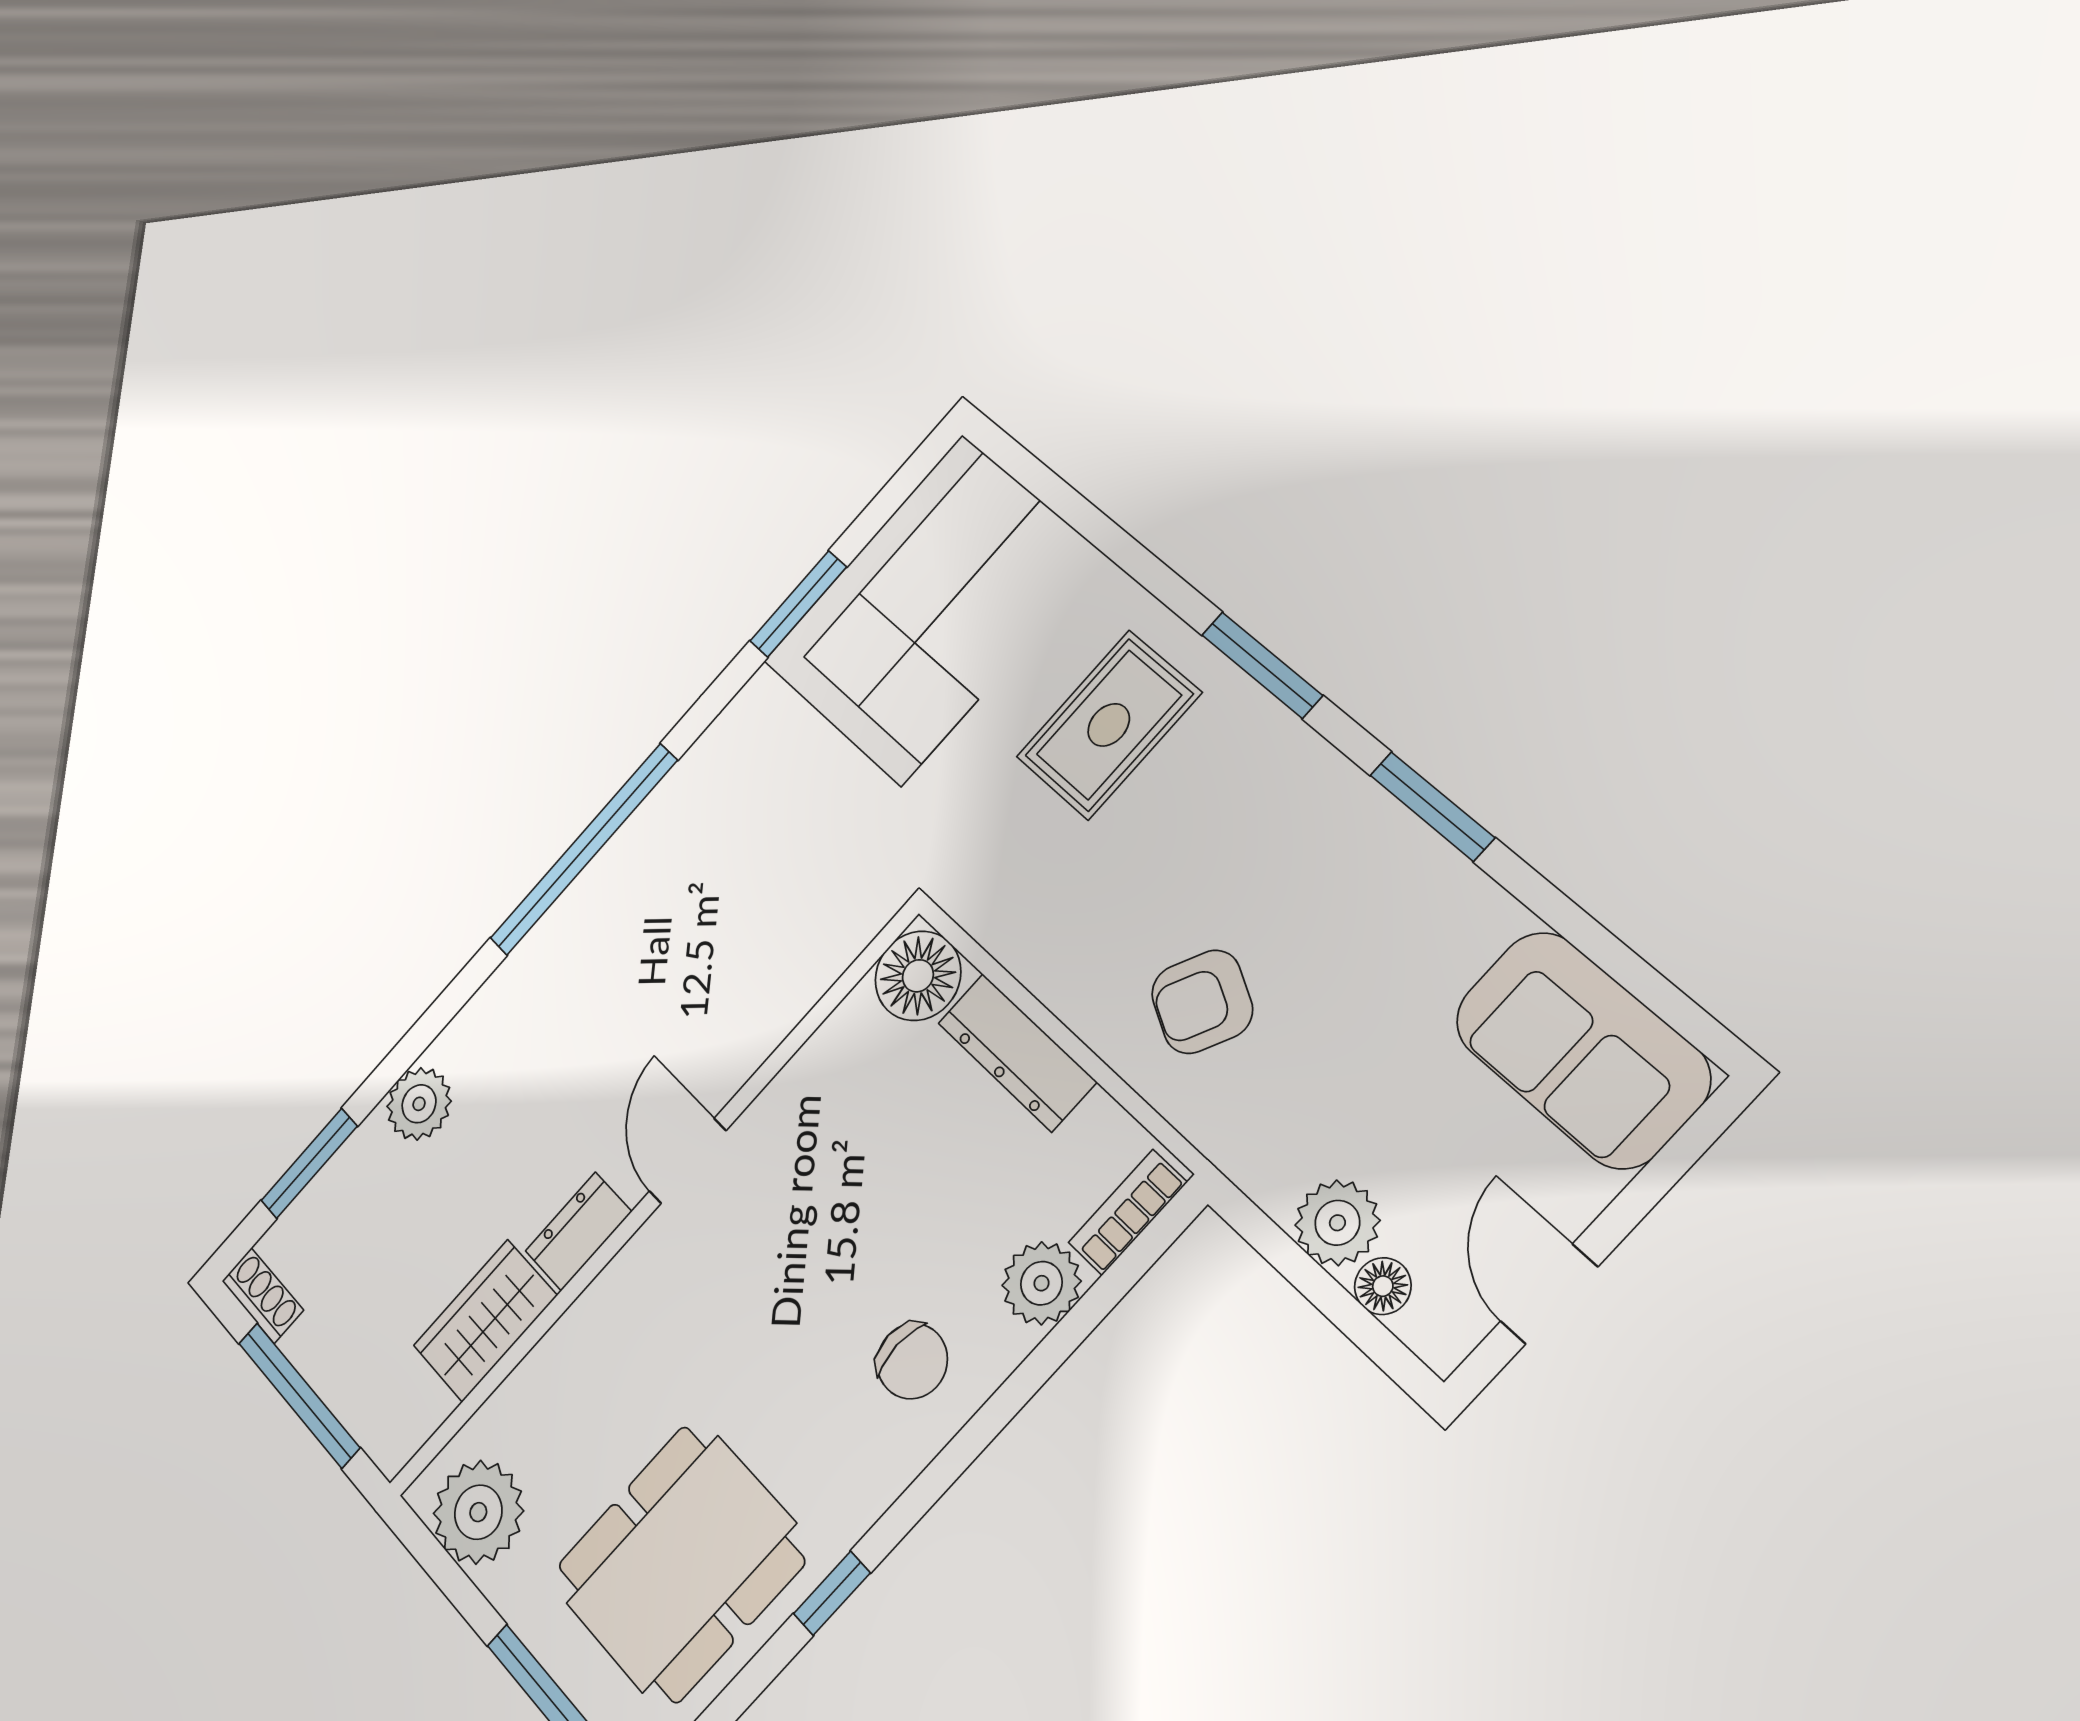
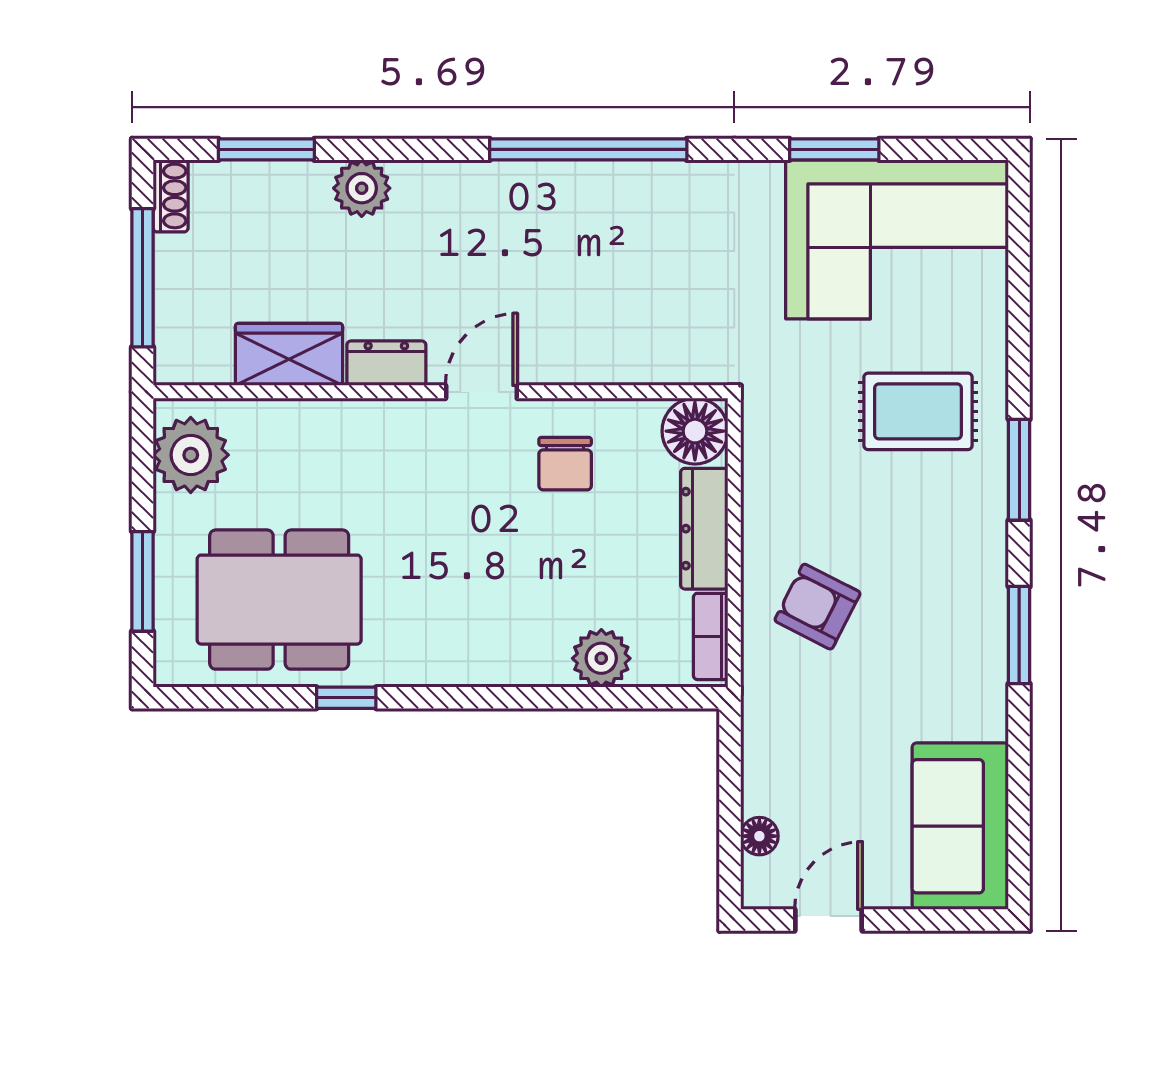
bookcase: (1128, 1212) -> (711, 636), moved, turned -90
plant: (1337, 1223) -> (770, 784), removed
chair: (912, 1361) -> (565, 464), moved

